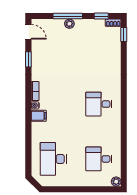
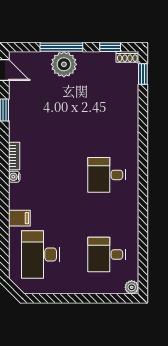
plant: (69, 24) -> (64, 64), width x1.88, depth x1.88
filing cabinet: (39, 116) -> (19, 218), moved

